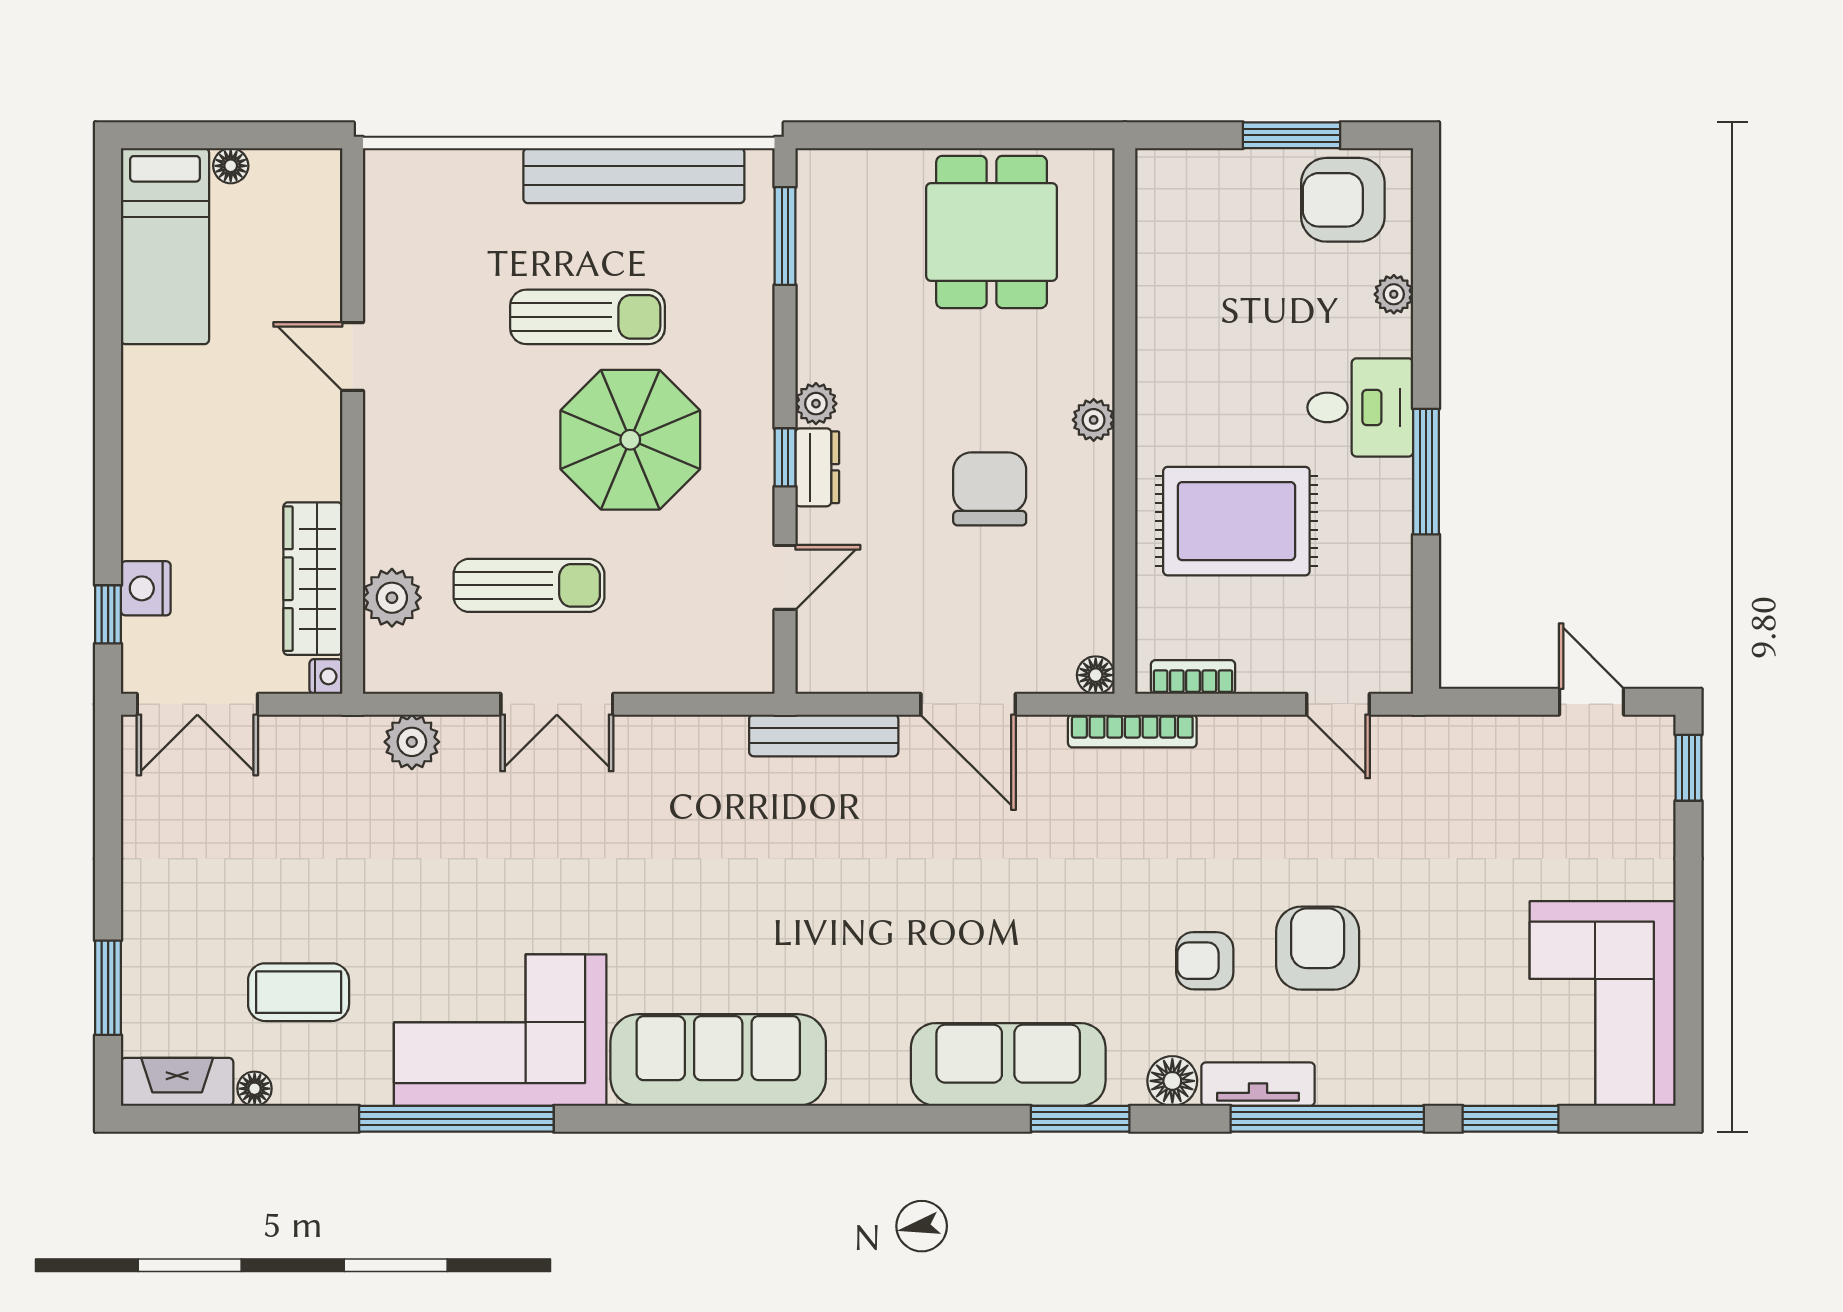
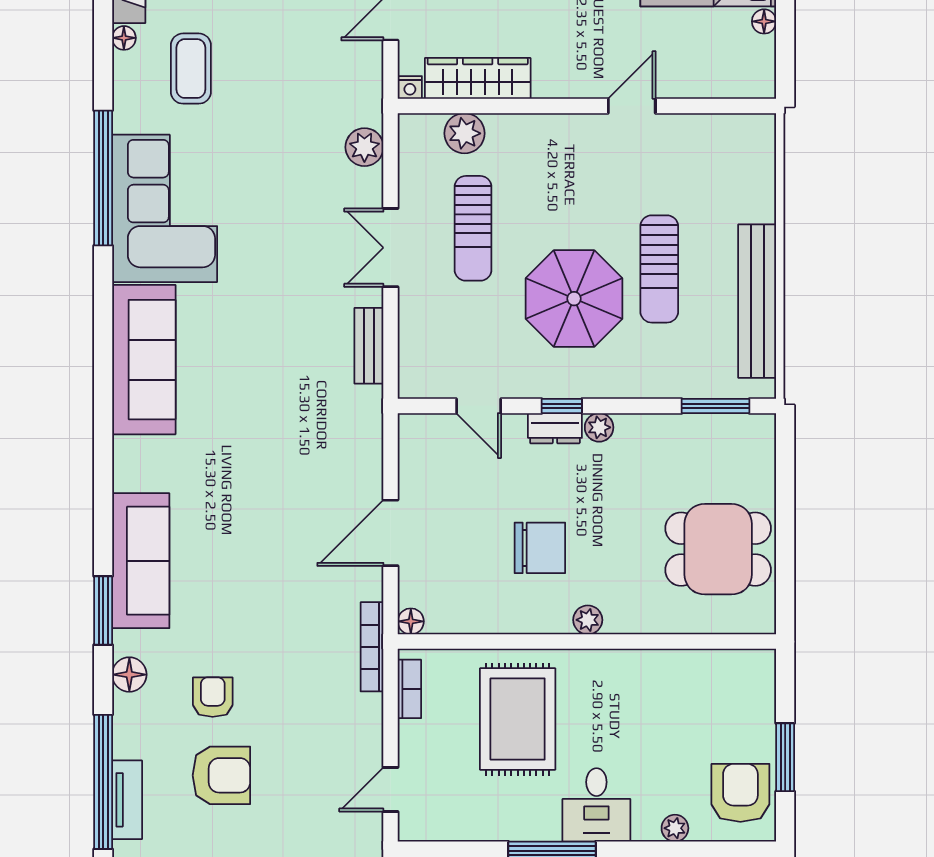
bench: (824, 735) -> (369, 346), moved, width x0.73
tv unit: (1258, 1084) -> (127, 800), moved

